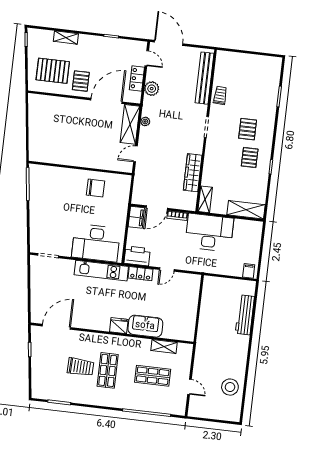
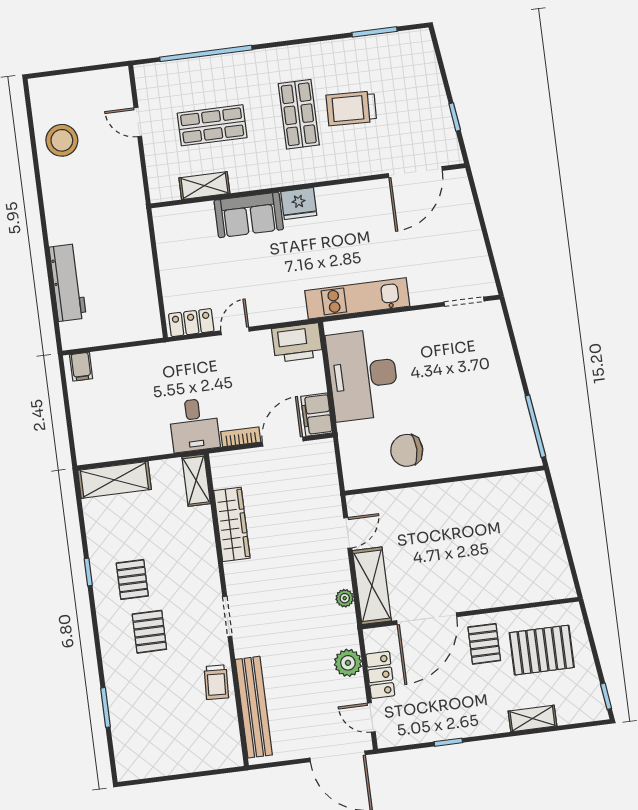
desk: (209, 233) -> (194, 425), width x0.53, depth x0.77
desk: (96, 243) -> (363, 375), moved, turned -90
locker: (141, 274) -> (191, 323), moved

